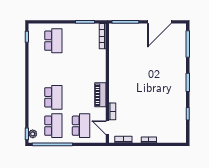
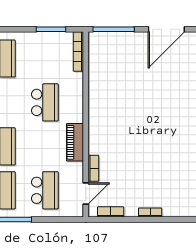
school desk: (81, 69) -> (45, 102), added
door: (107, 128) -> (86, 193), swing flipped

